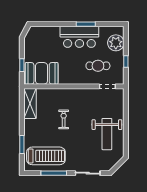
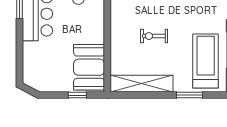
shelving: (30, 103) -> (142, 84), width x1.47

